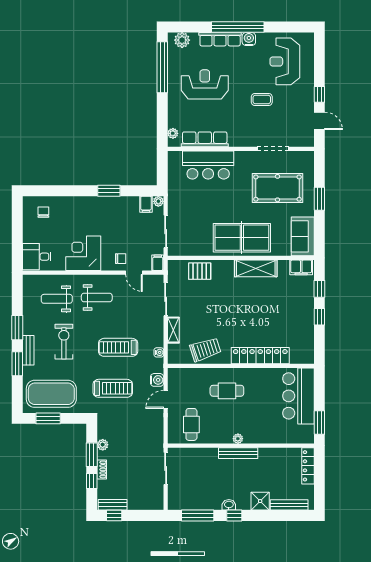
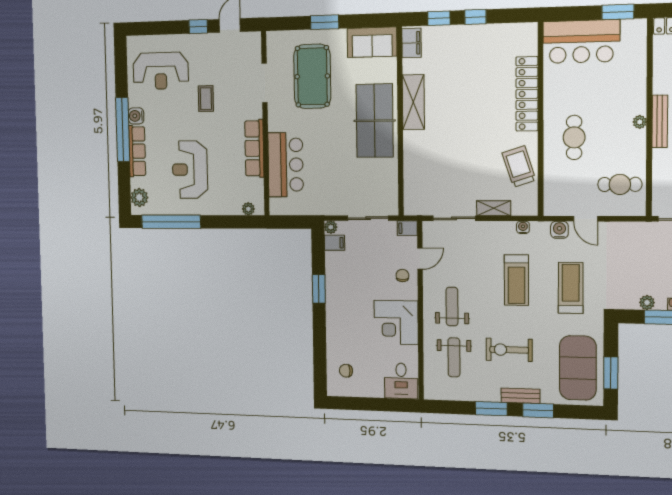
row of seats: (205, 139) -> (254, 148), moved
pallet: (200, 271) -> (417, 175), removed

